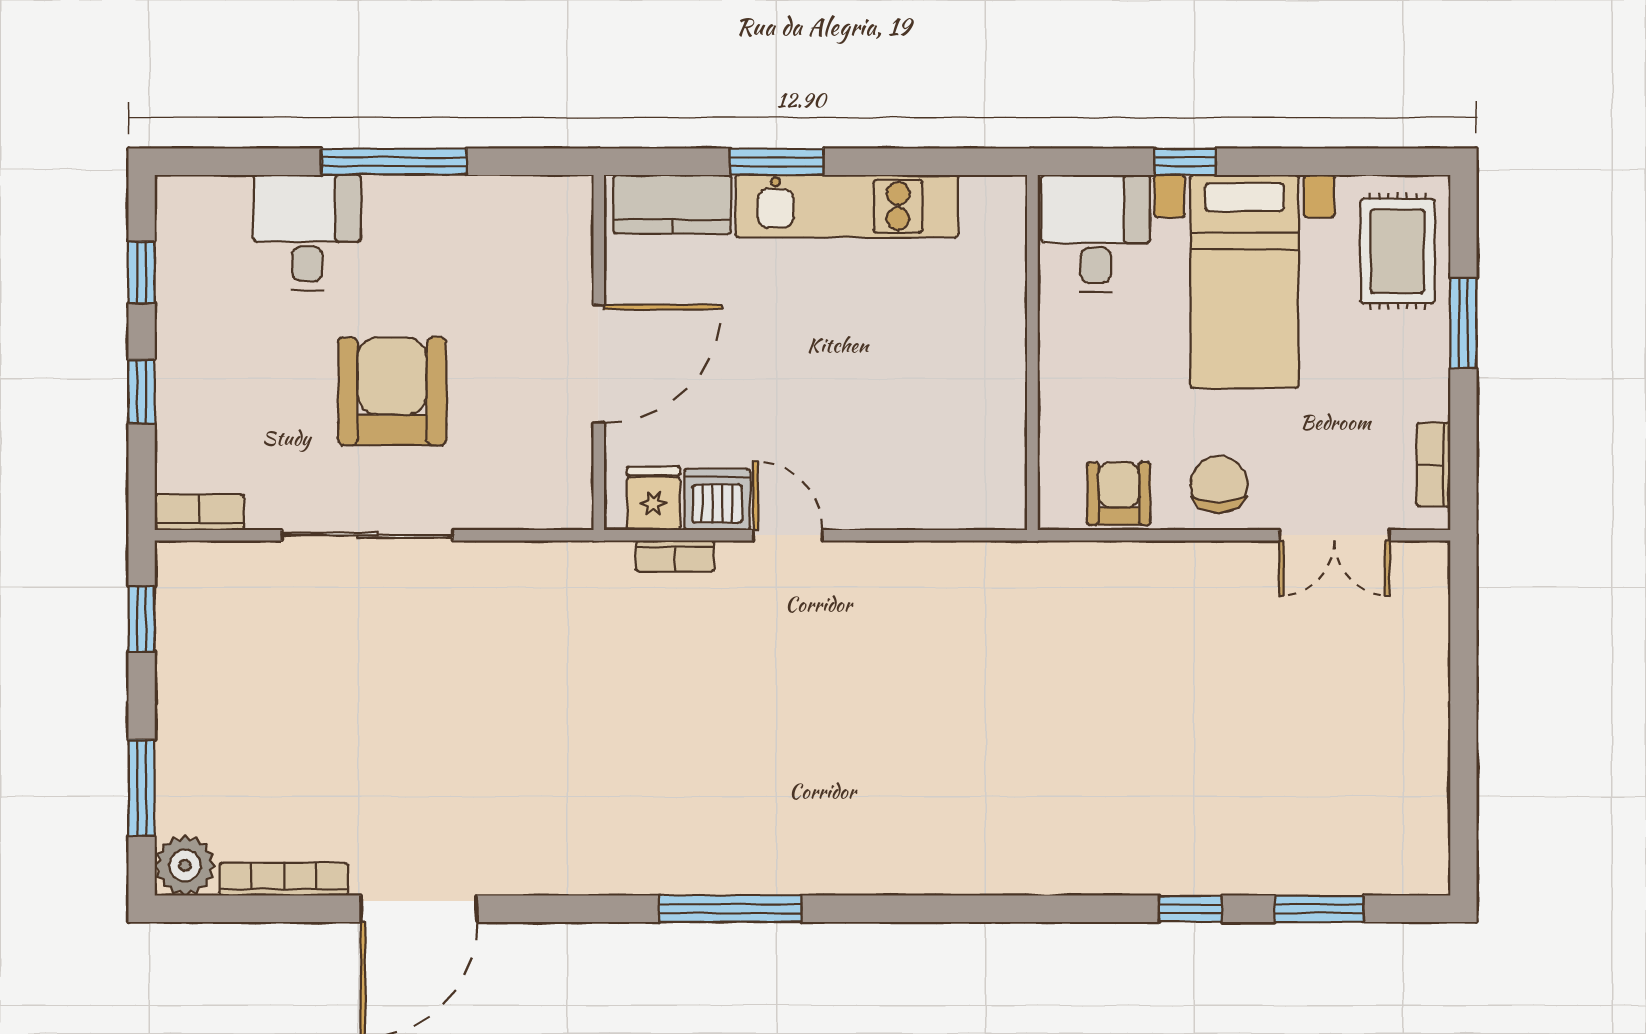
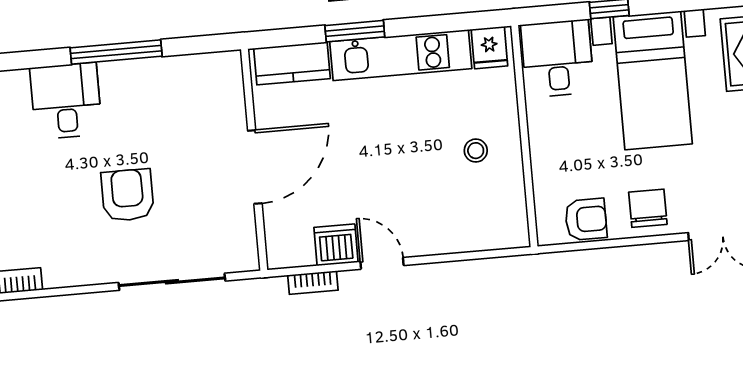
stool: (953, 369) -> (476, 151), added
armchair: (392, 391) -> (127, 195), width x0.73, depth x0.73
armchair: (1119, 494) -> (586, 219), turned 90
fridge: (654, 498) -> (489, 48), moved, turned 180
sliding door: (367, 535) -> (172, 282), moved

